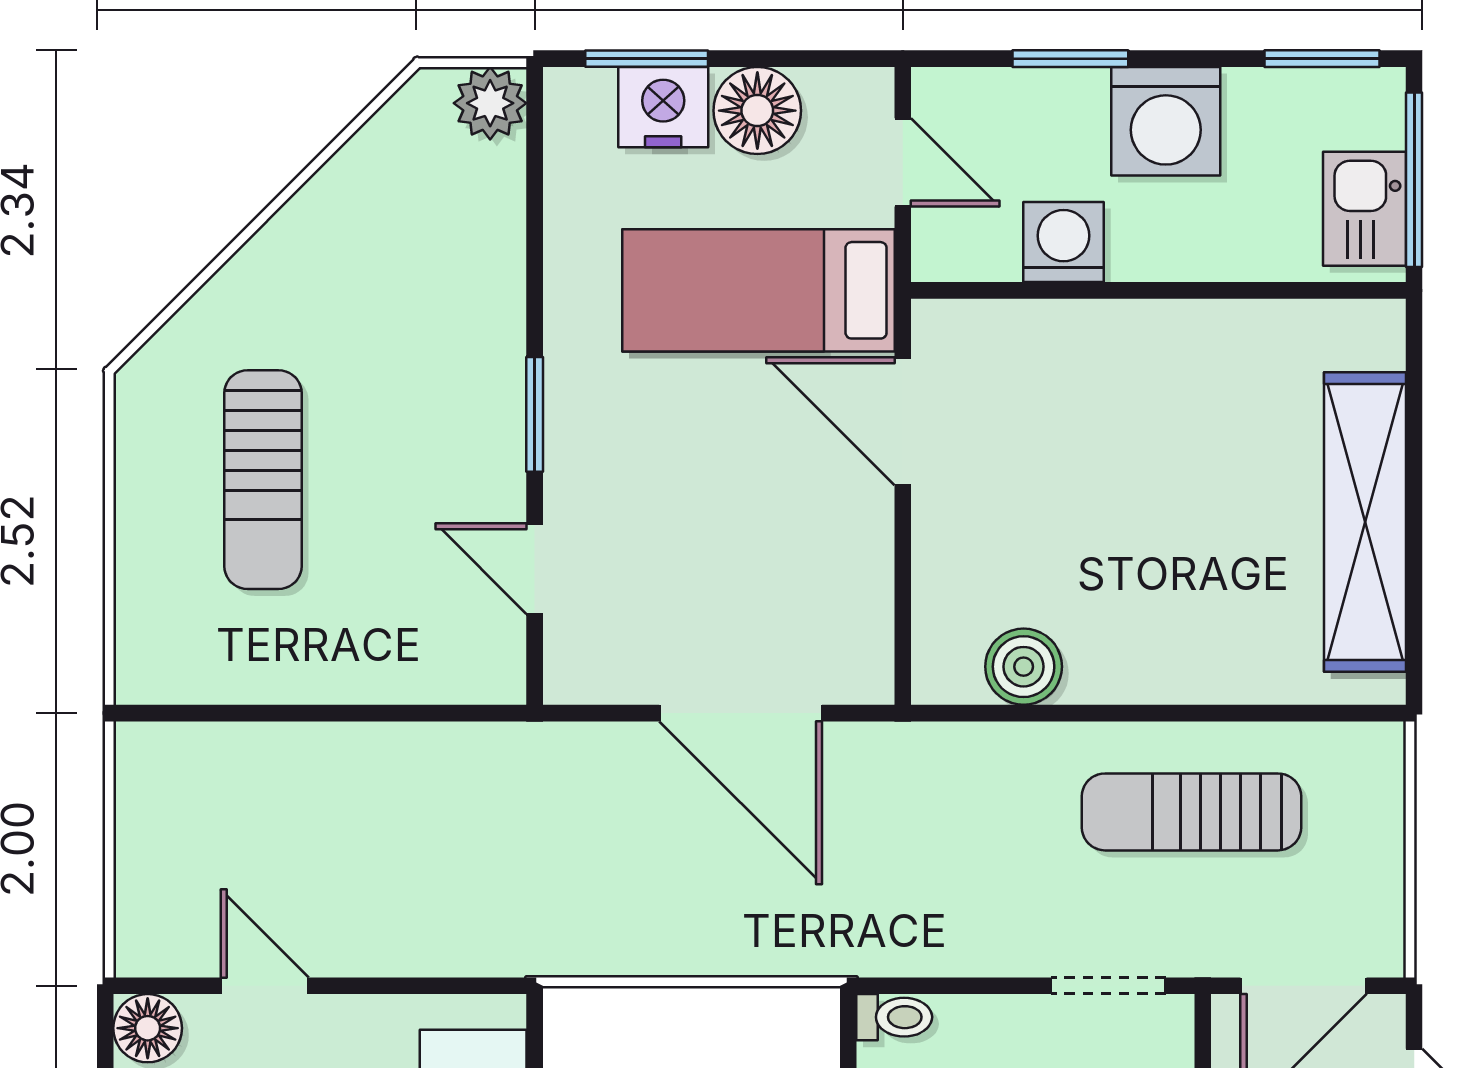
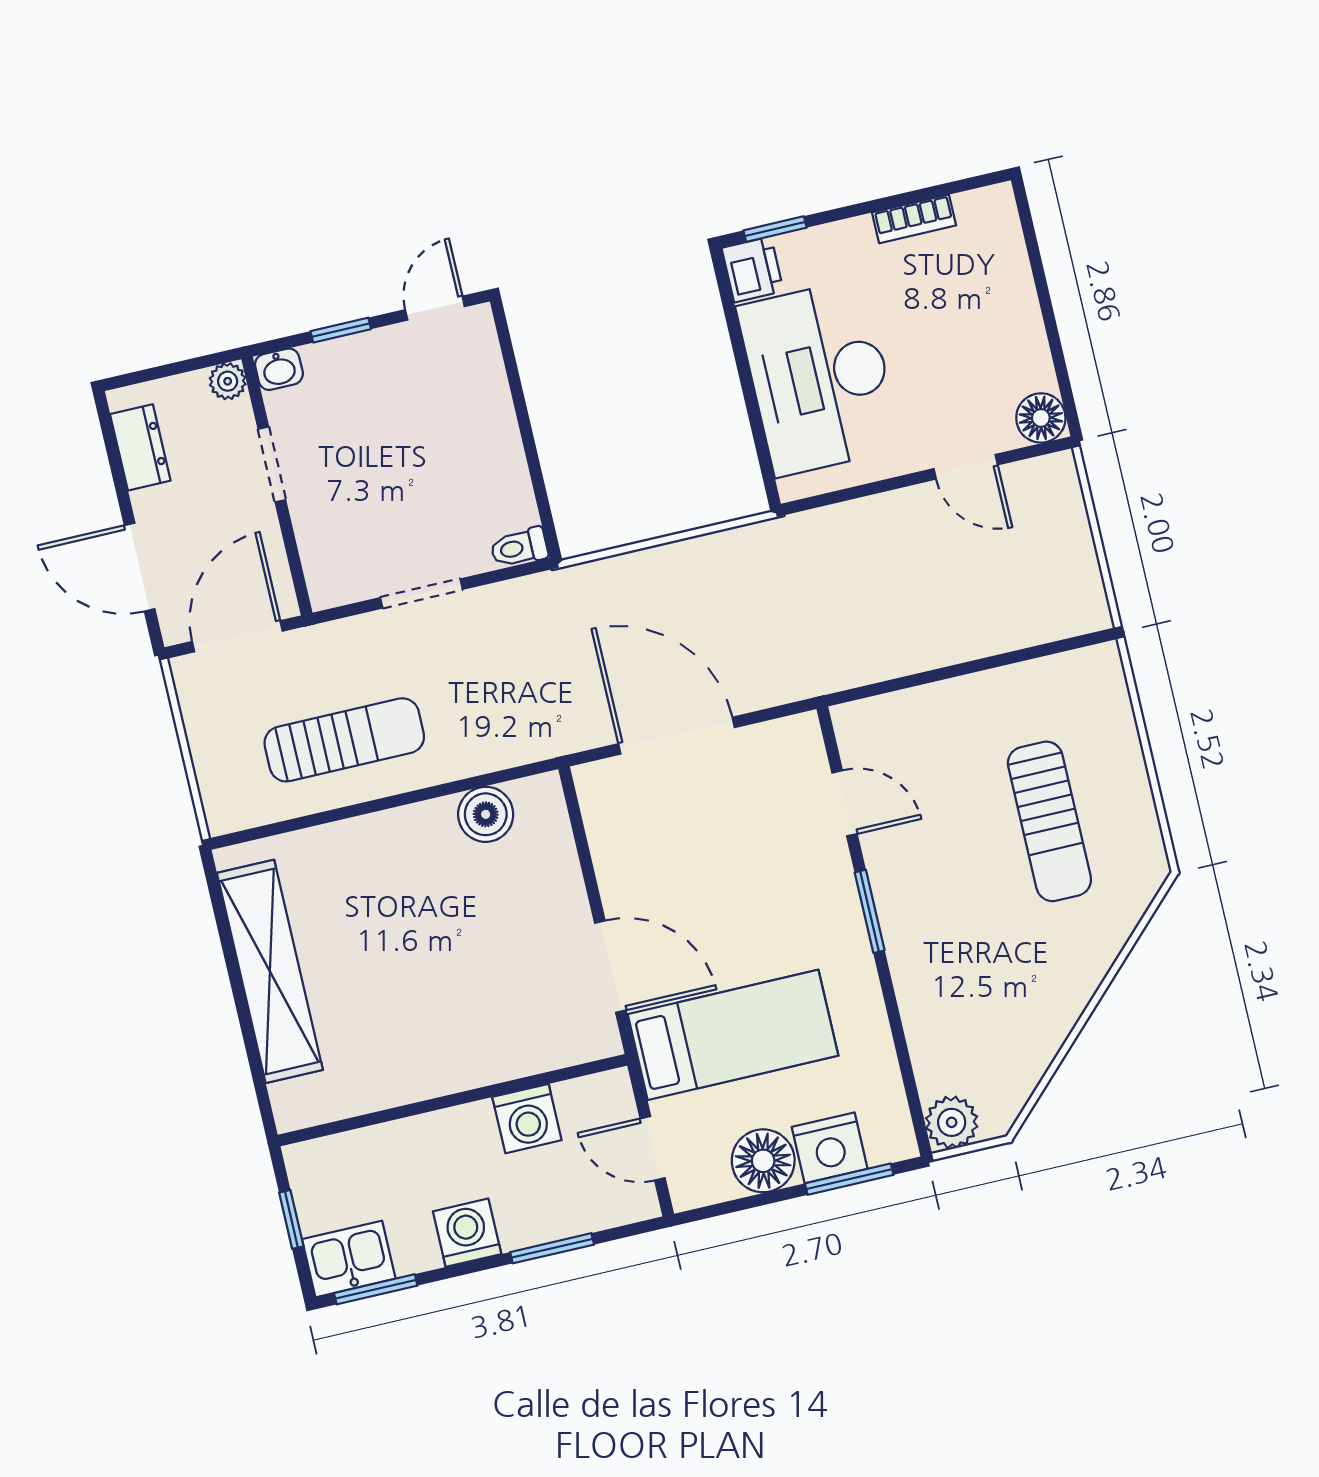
washing machine: (1166, 121) -> (467, 1233), width x0.73, depth x0.73
window: (1414, 180) -> (291, 1219), width x0.46
kitchen sink: (1364, 209) -> (349, 1259), moved, turned -90
sun lounger: (263, 480) -> (1049, 821), turned 180
doorway: (1108, 986) -> (421, 593), moved

